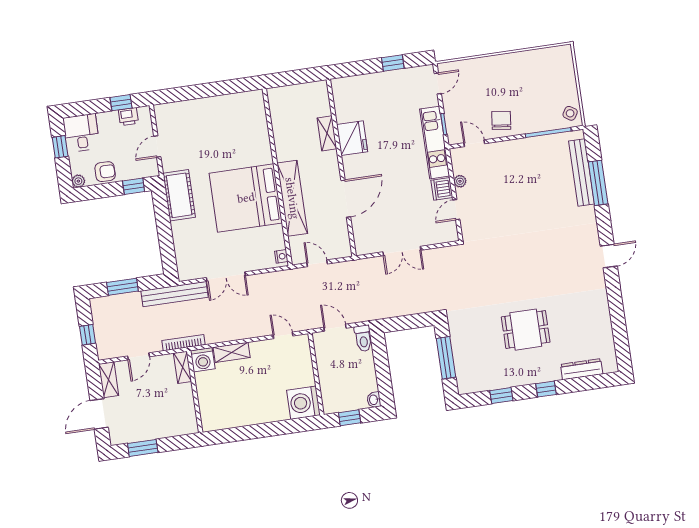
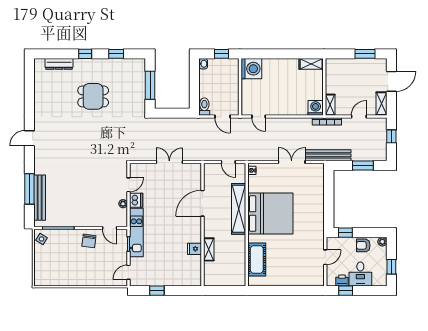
desk: (81, 133) -> (360, 274), moved
fridge: (352, 138) -> (194, 249), width x0.53, depth x0.75
cot: (179, 195) -> (257, 259), moved
shelving: (232, 352) -> (311, 64), moved

